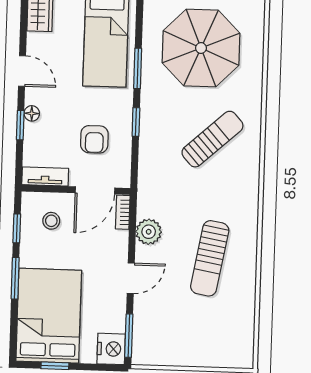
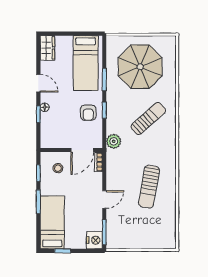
armchair: (94, 139) -> (88, 113), moved
tv unit: (45, 177) -> (54, 143), removed
plant: (149, 232) -> (114, 141), moved
bed: (49, 316) -> (52, 222), width x0.67

